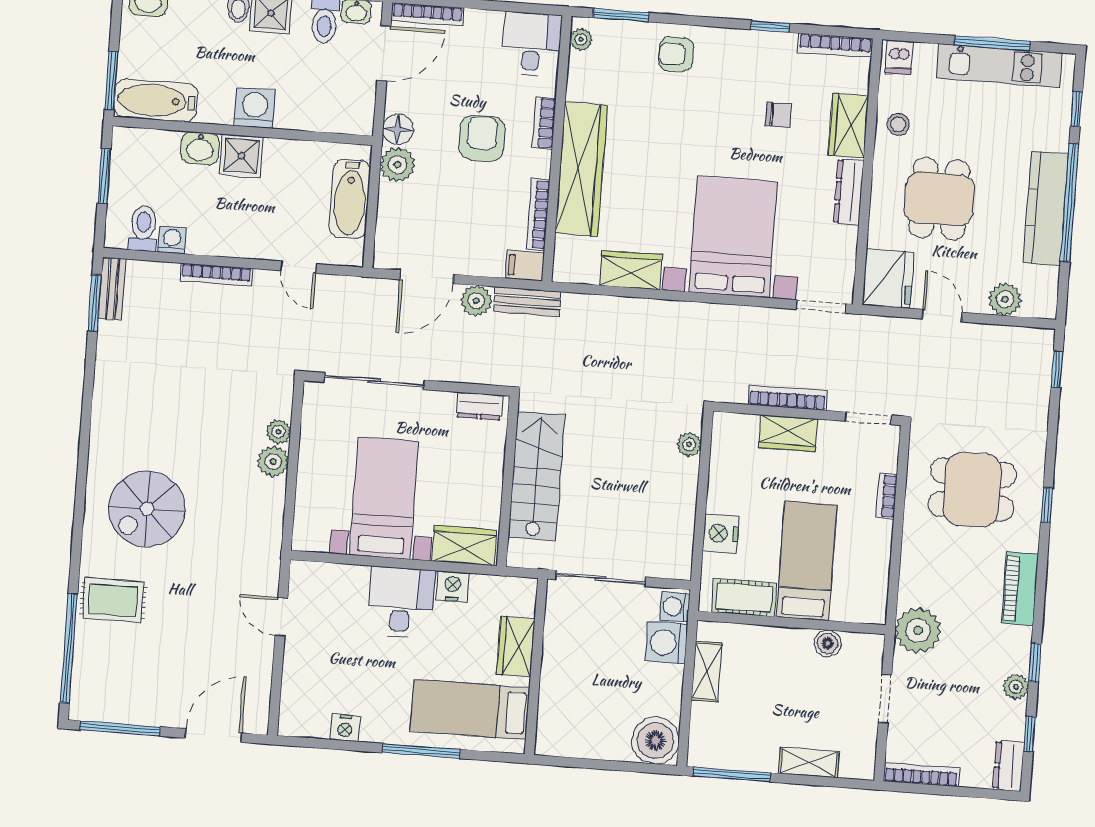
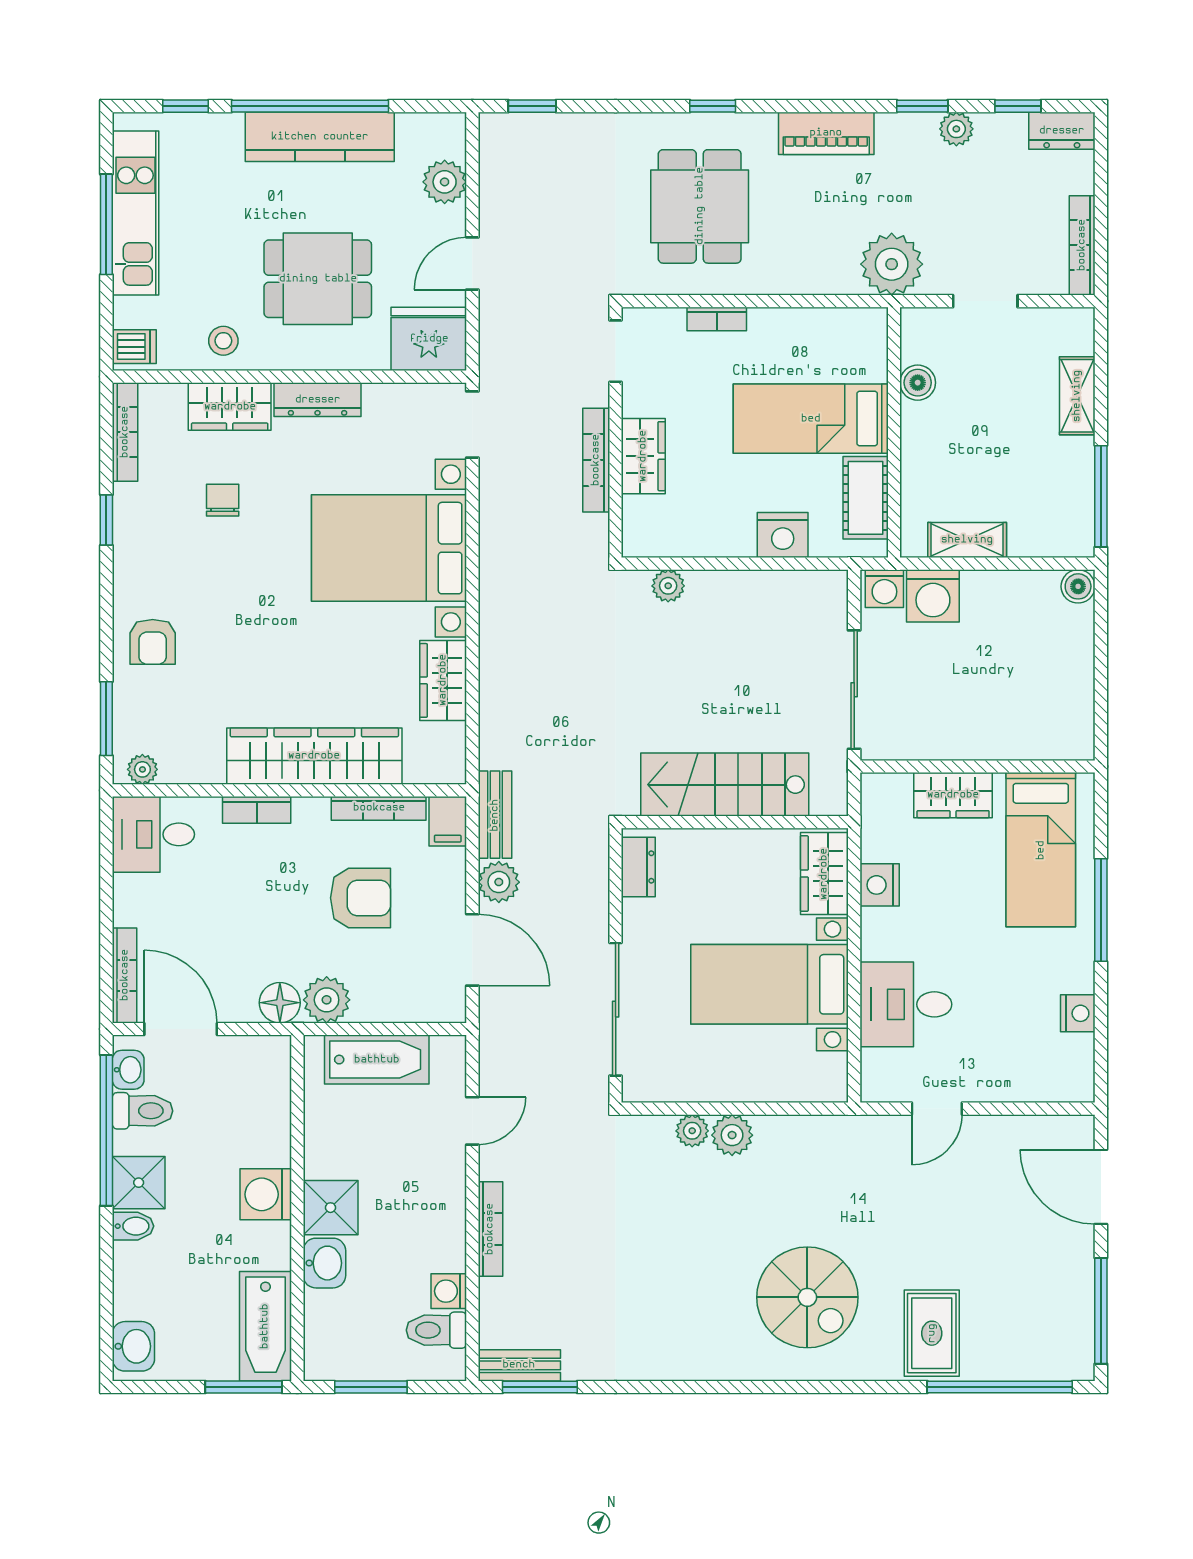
armchair: (482, 138) -> (360, 898), moved, turned 180
desk: (401, 602) -> (906, 1004), moved
boiler: (655, 741) -> (1078, 586), width x0.54, depth x0.54

